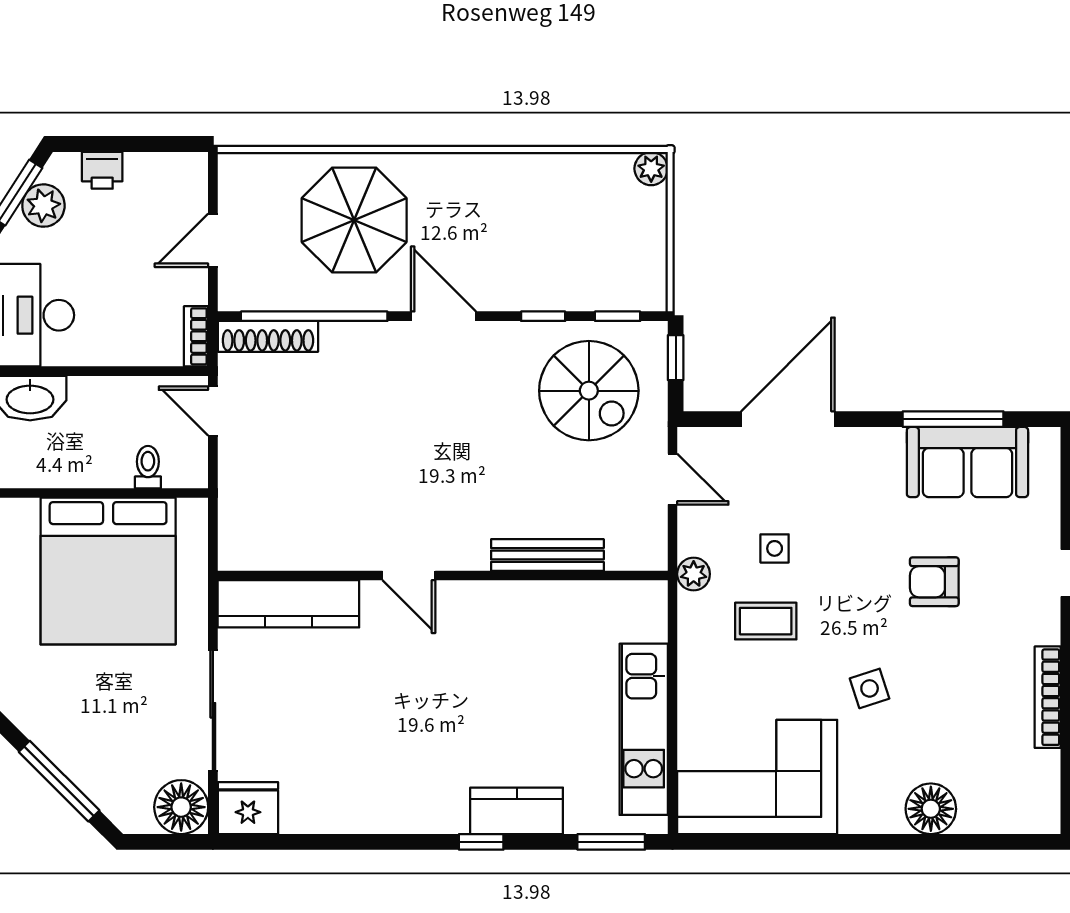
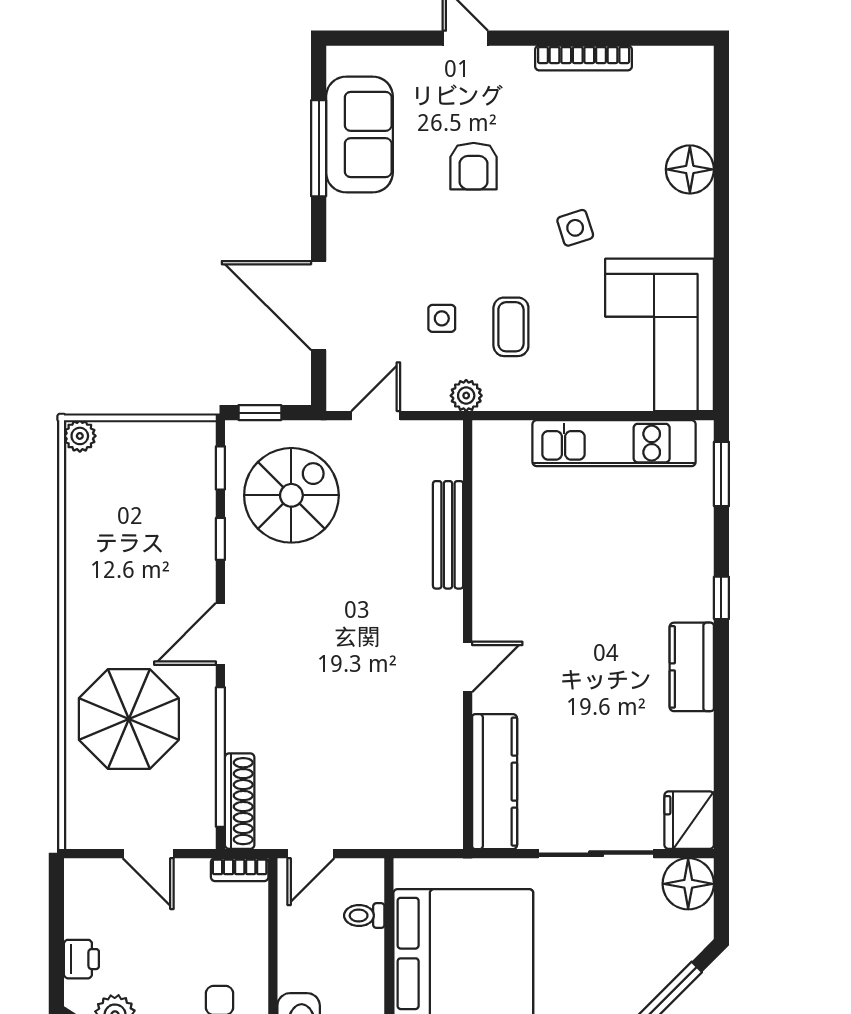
kitchen counter: (517, 811) -> (692, 667), moved

